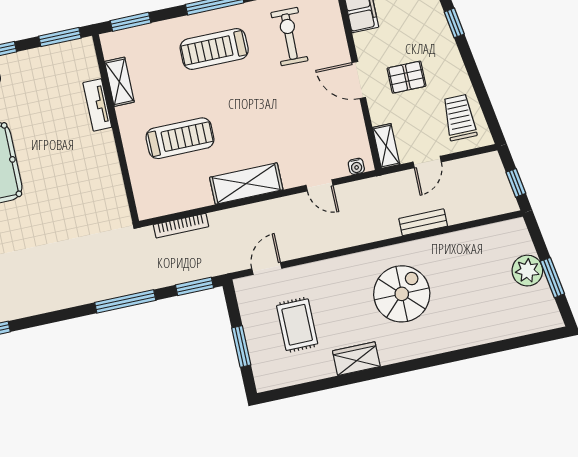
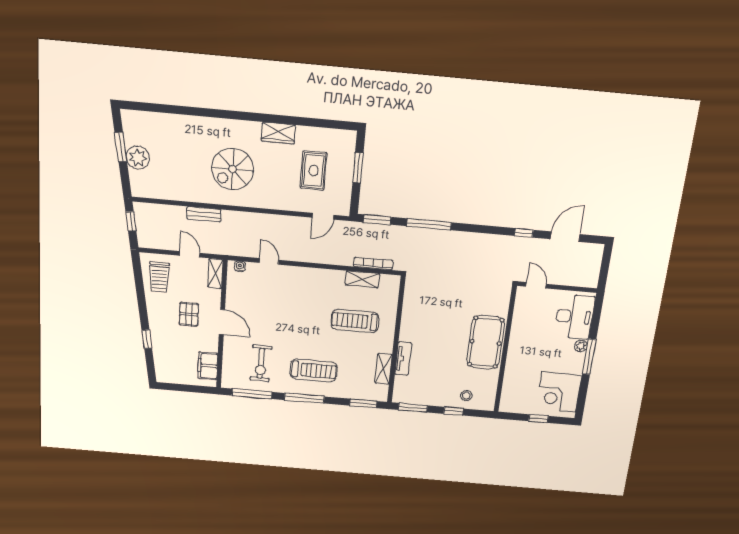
pallet: (407, 77) -> (189, 314), turned 90
door: (427, 162) -> (190, 254), hinge flipped
shelving: (246, 184) -> (362, 279), moved, width x0.67, depth x0.75

